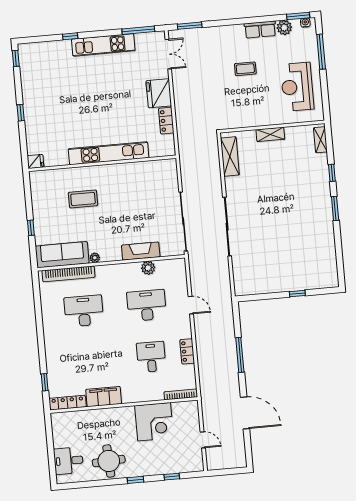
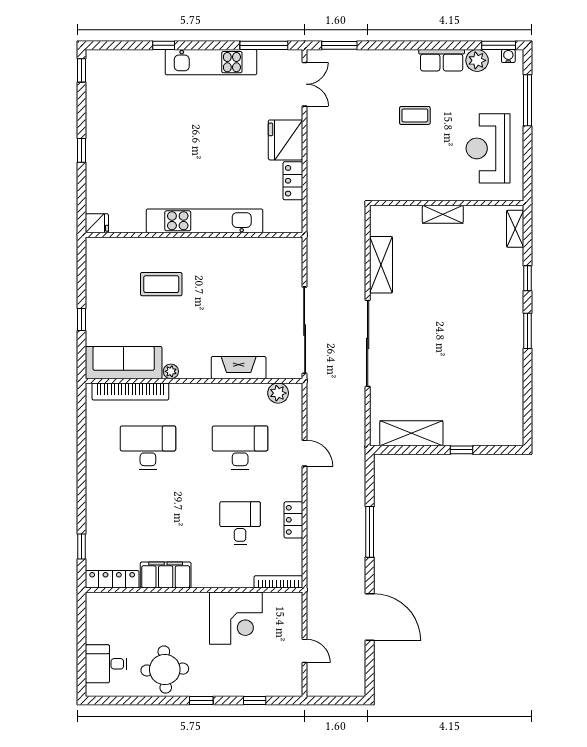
shelving: (230, 156) -> (381, 265), moved
plant: (148, 268) -> (278, 393), moved
shelving: (262, 285) -> (411, 433), added

